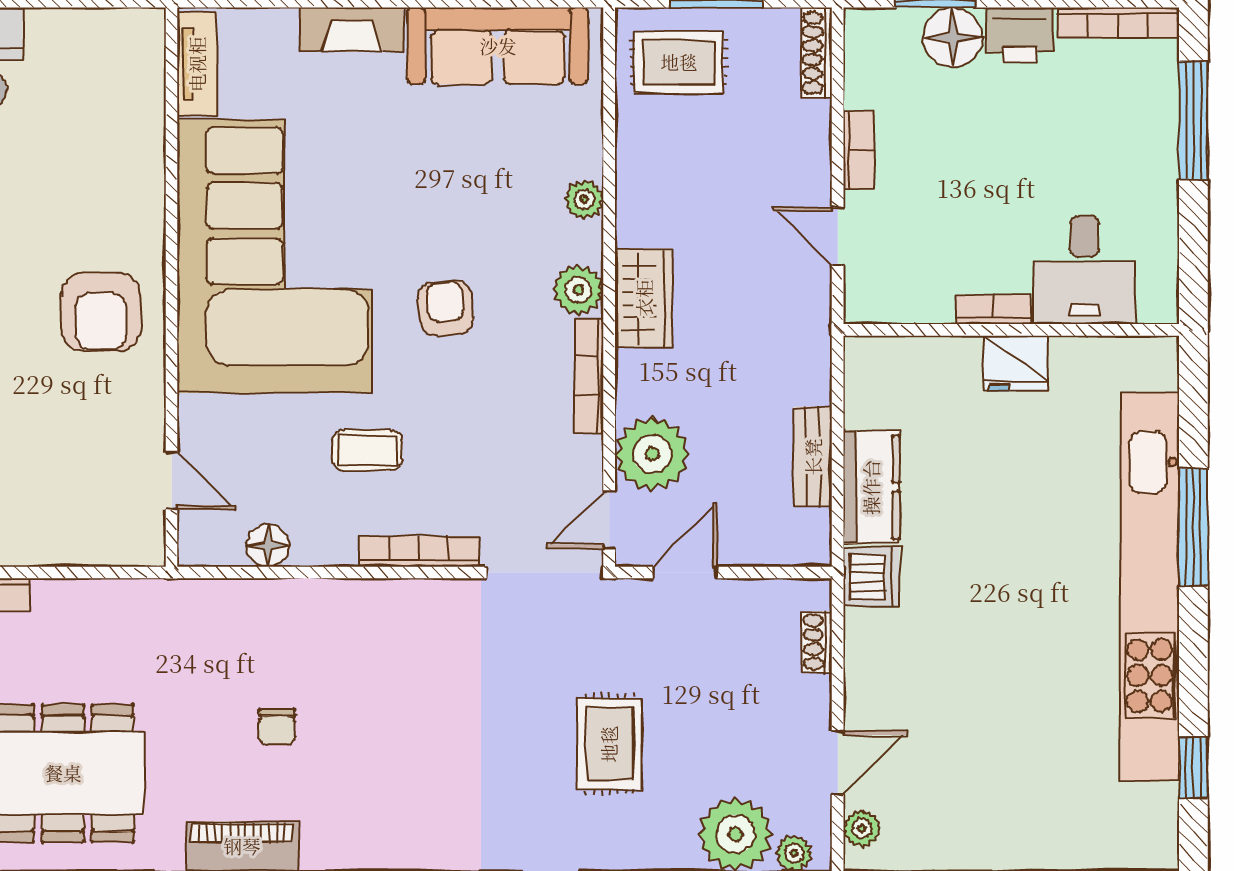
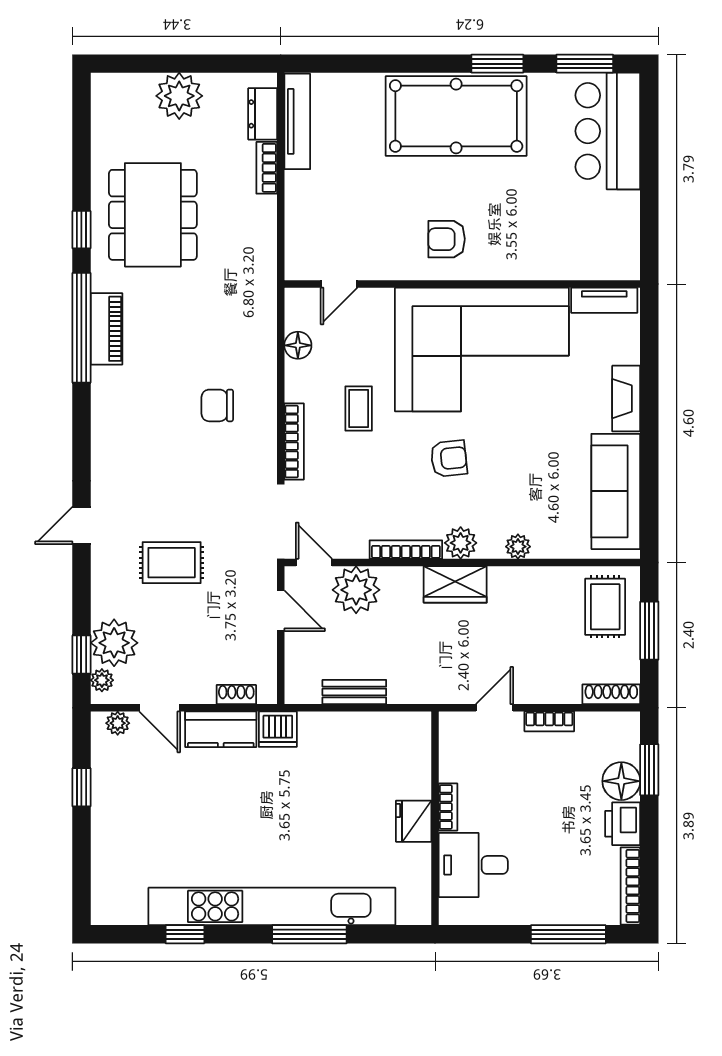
armchair: (101, 312) -> (447, 239), width x0.72, depth x0.72
kitchen counter: (871, 487) -> (221, 729), moved
chair: (277, 727) -> (217, 405), moved, width x1.37, depth x1.37
window: (1193, 767) -> (185, 934), moved

